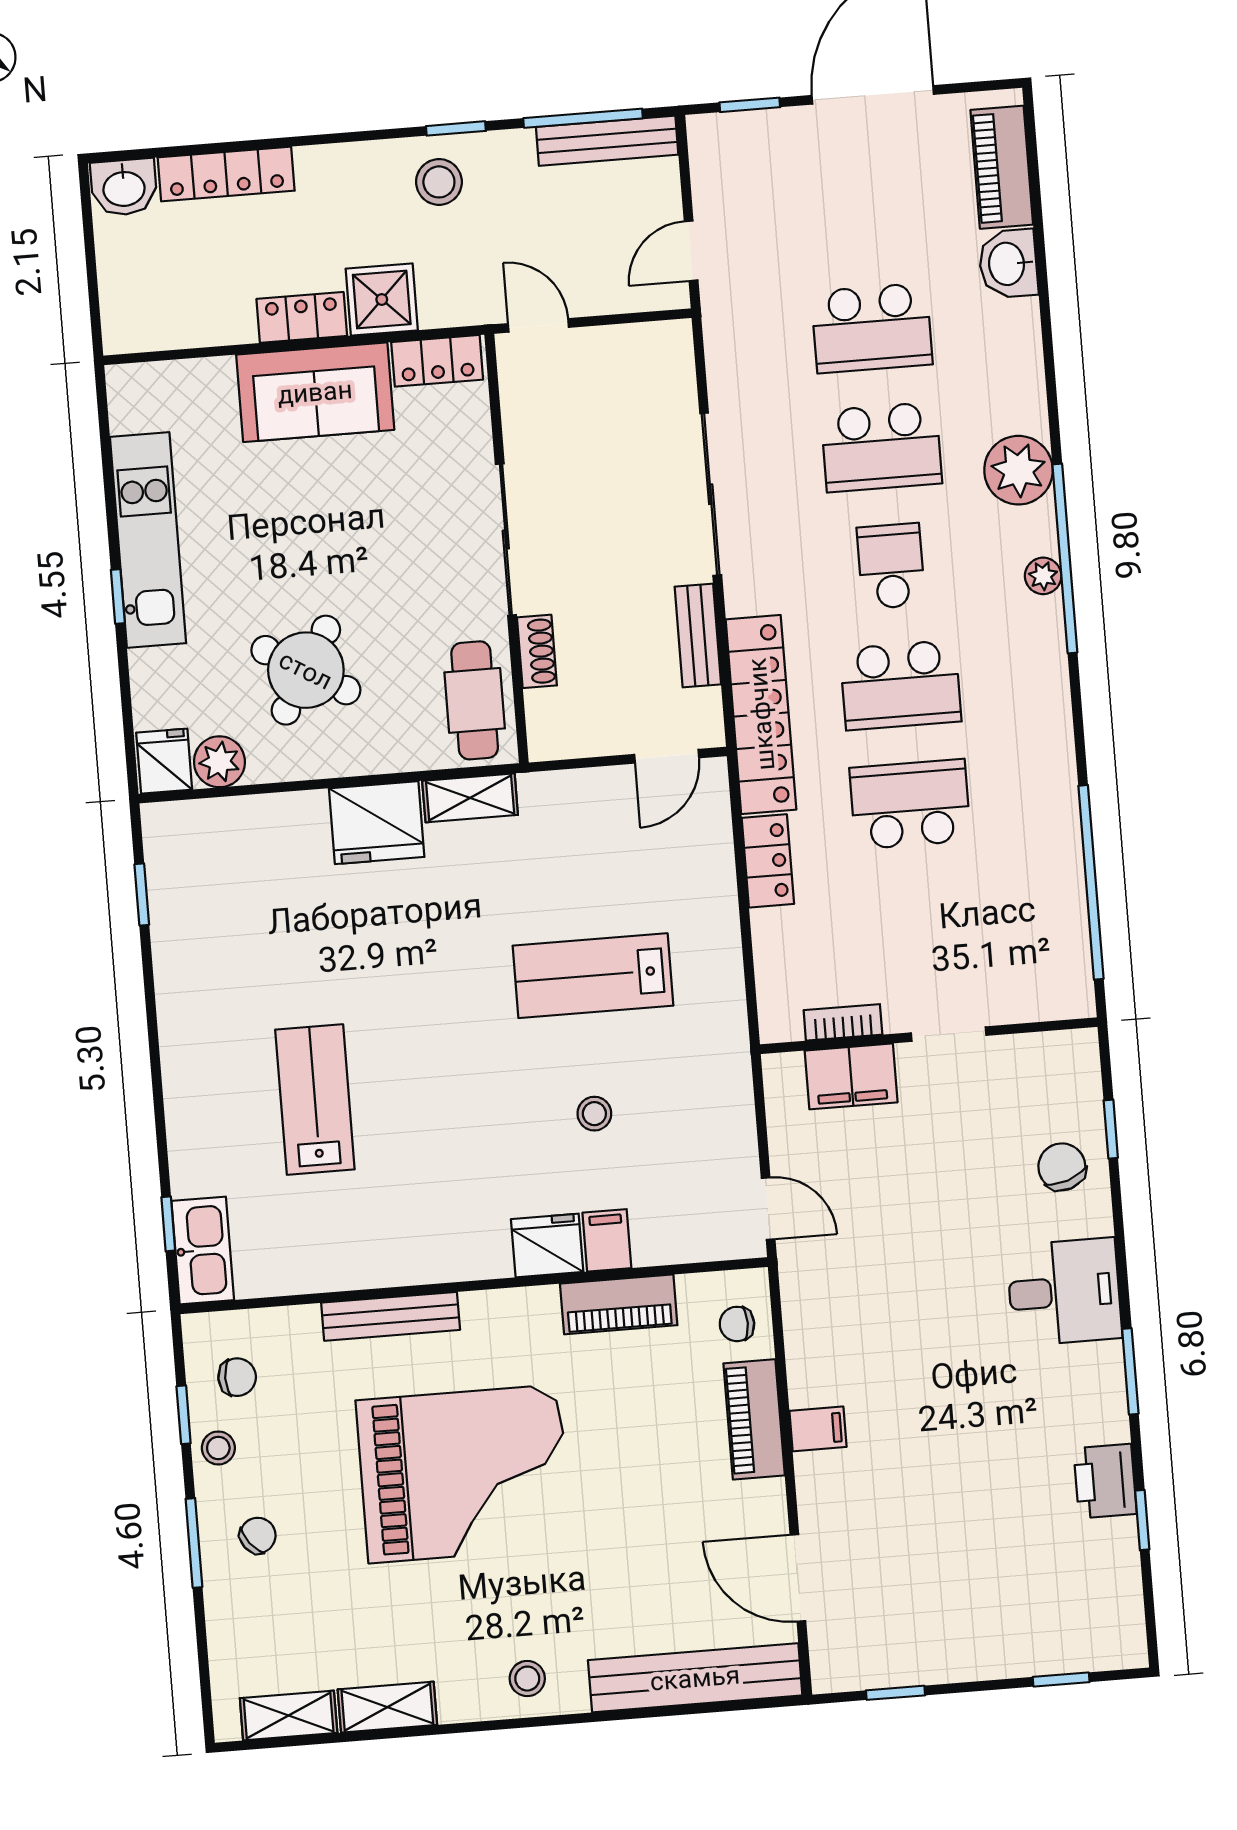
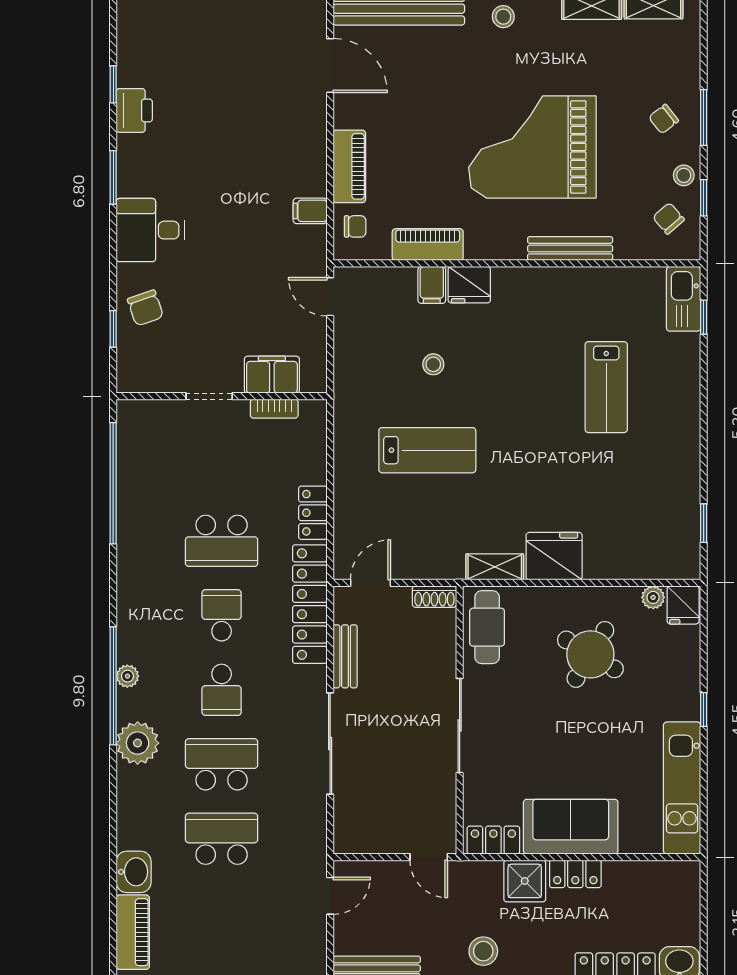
kitchen unit: (148, 540) -> (682, 788), moved
shoe rack: (537, 651) -> (434, 597), moved, turned -90
school desk: (901, 685) -> (222, 615), width x0.54
plant: (219, 762) -> (653, 597), width x0.73, depth x0.73
chair: (237, 1377) -> (668, 218), turned 49
filing cabinet: (818, 1429) -> (310, 211), moved

